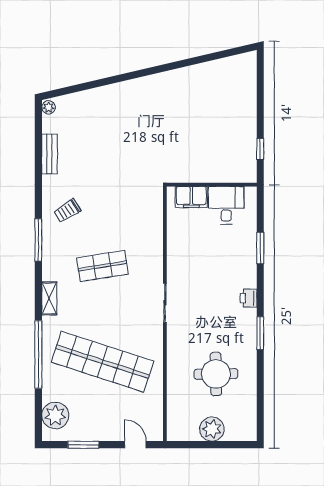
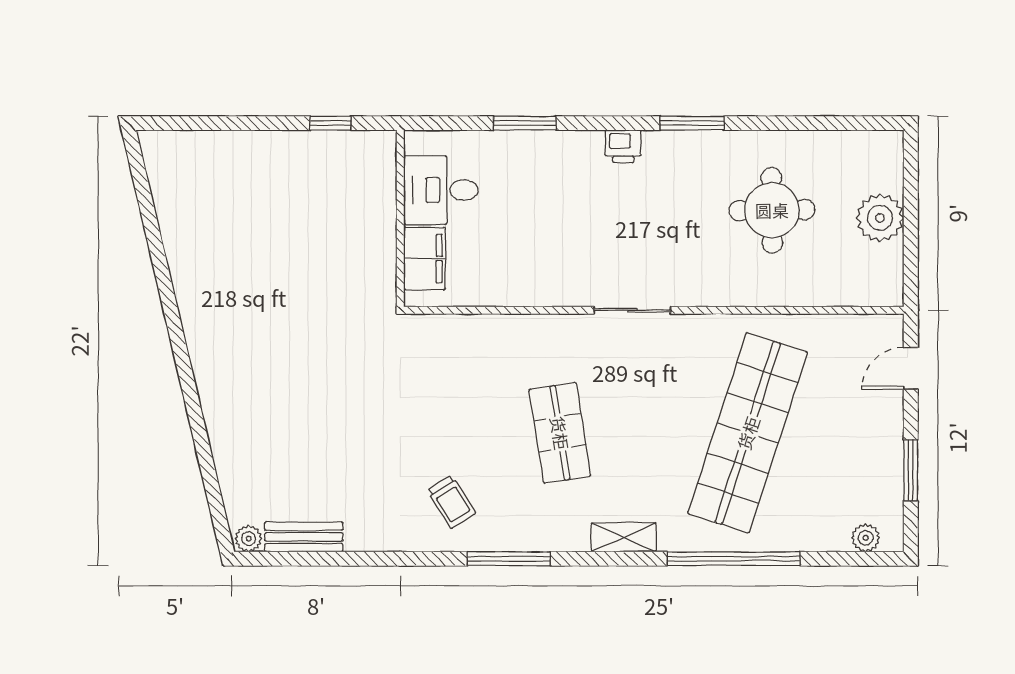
bench: (49, 154) -> (304, 537), moved
plant: (55, 415) -> (866, 538), width x0.53, depth x0.53

